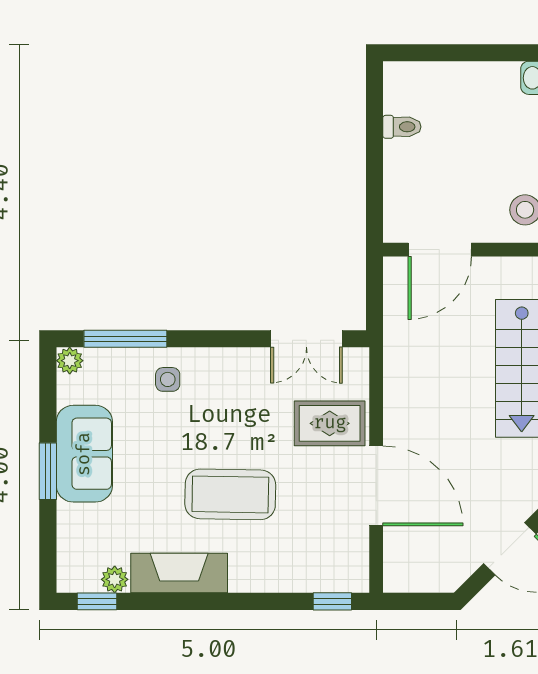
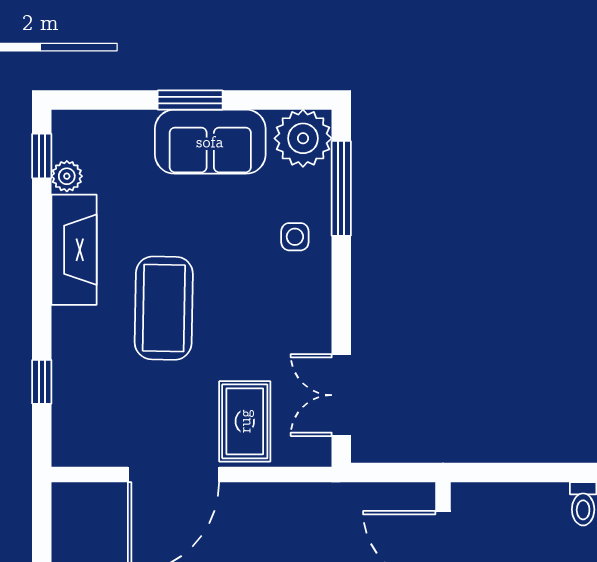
plant: (70, 361) -> (303, 138), width x1.87, depth x1.87
window: (332, 601) -> (42, 382), moved

